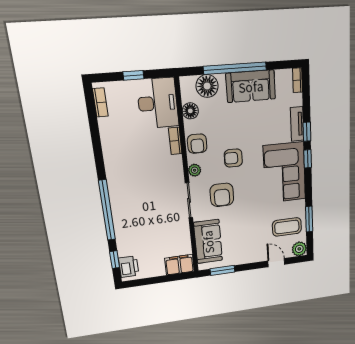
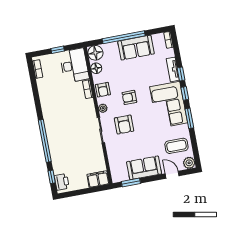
floor lamp: (207, 86) -> (95, 53), moved
window: (309, 219) -> (189, 118), moved
sofa: (208, 242) -> (144, 168), moved, turned -90

